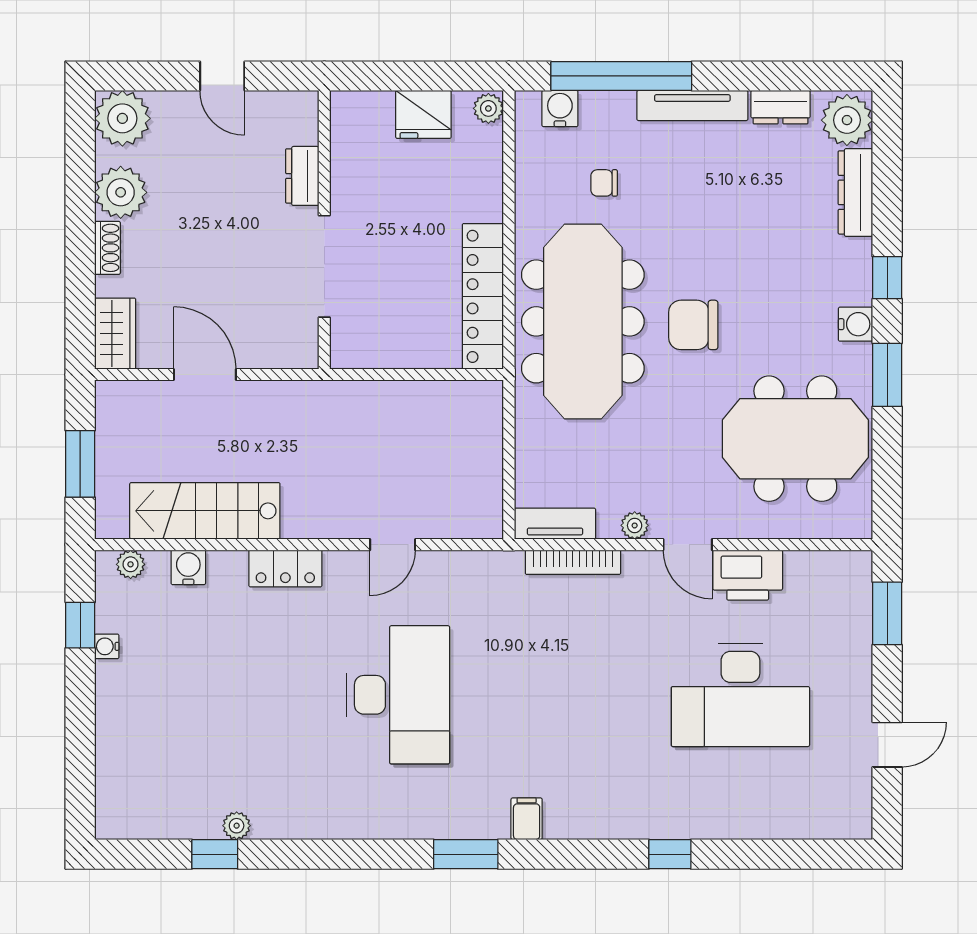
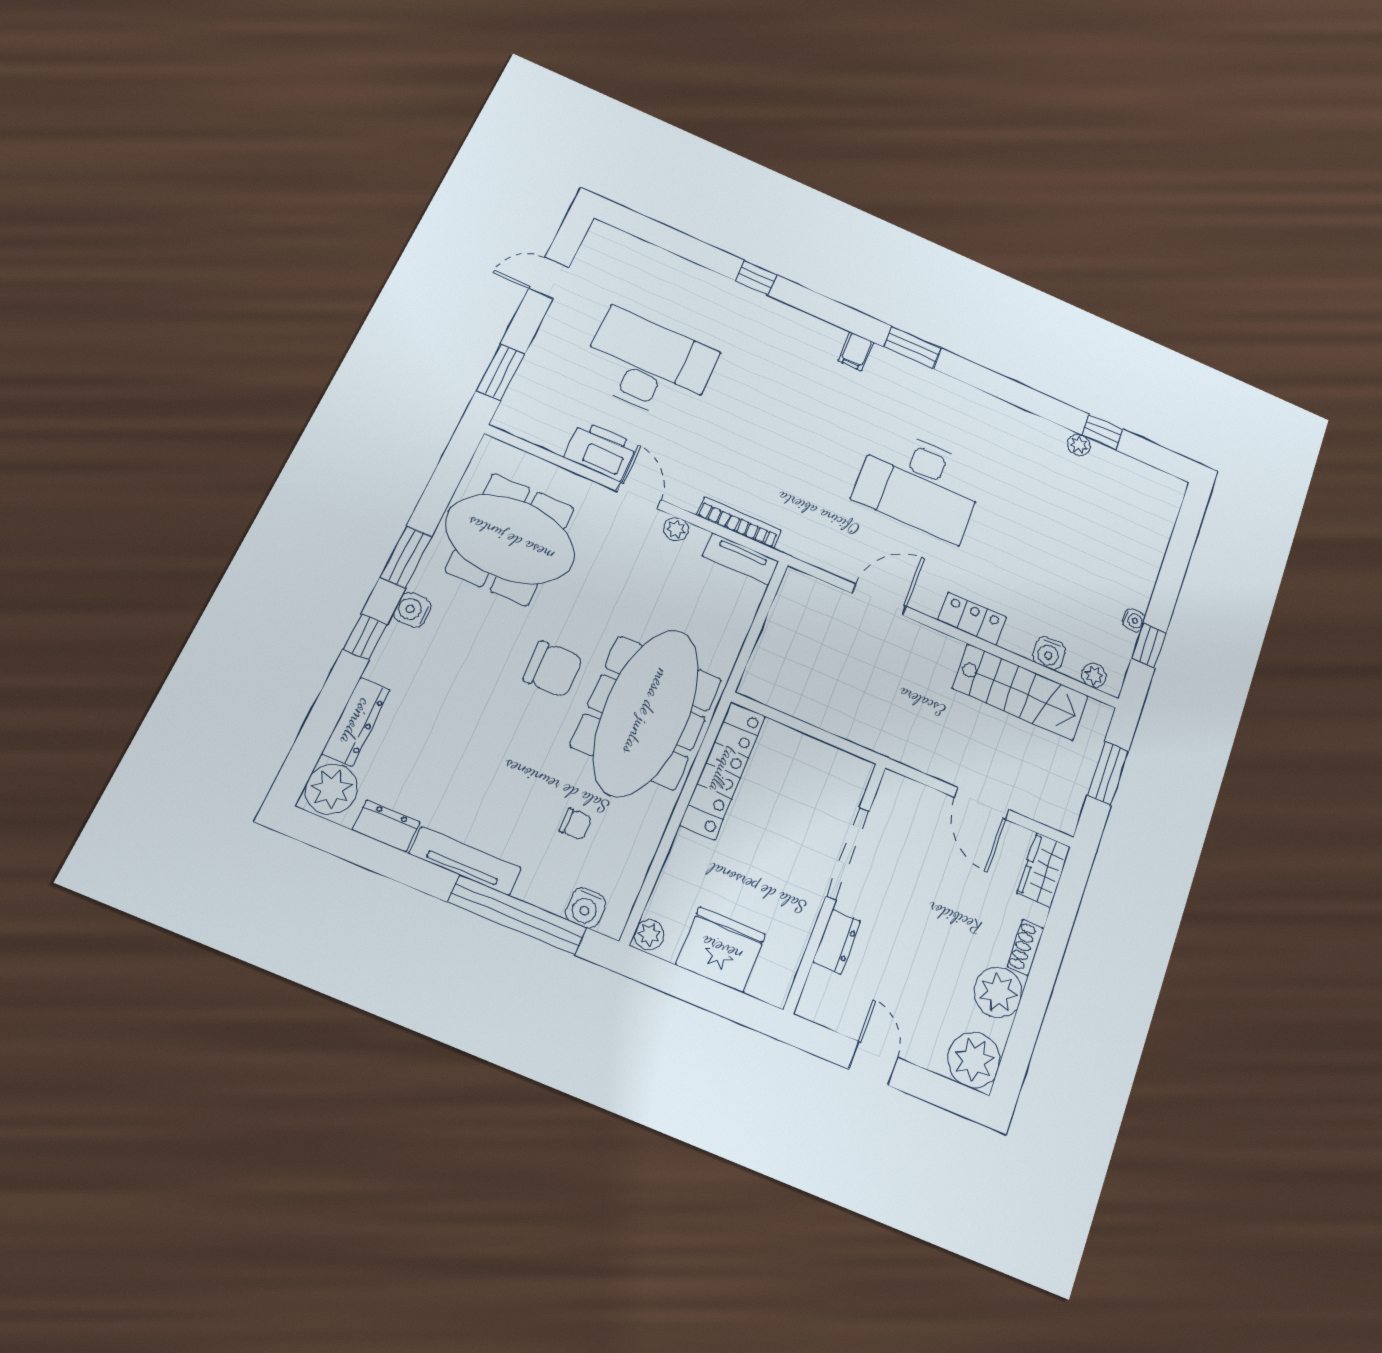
fridge: (423, 114) -> (721, 949), width x1.36, depth x1.34
door: (393, 545) -> (879, 600), width x1.37
desk: (398, 695) -> (920, 484), turned -90

